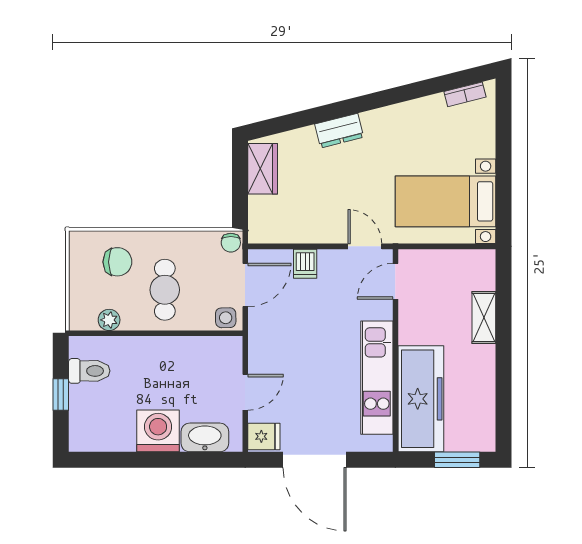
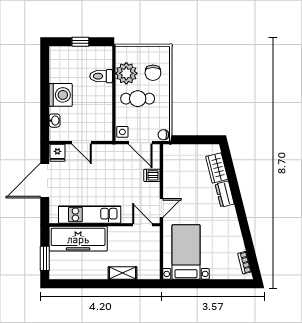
wardrobe: (263, 169) -> (217, 168), moved, turned 76
plant: (109, 320) -> (126, 73), width x1.88, depth x1.88
toilet: (89, 371) -> (101, 76), moved, turned 90
washbasin: (205, 437) -> (54, 121), width x0.52, depth x0.69

